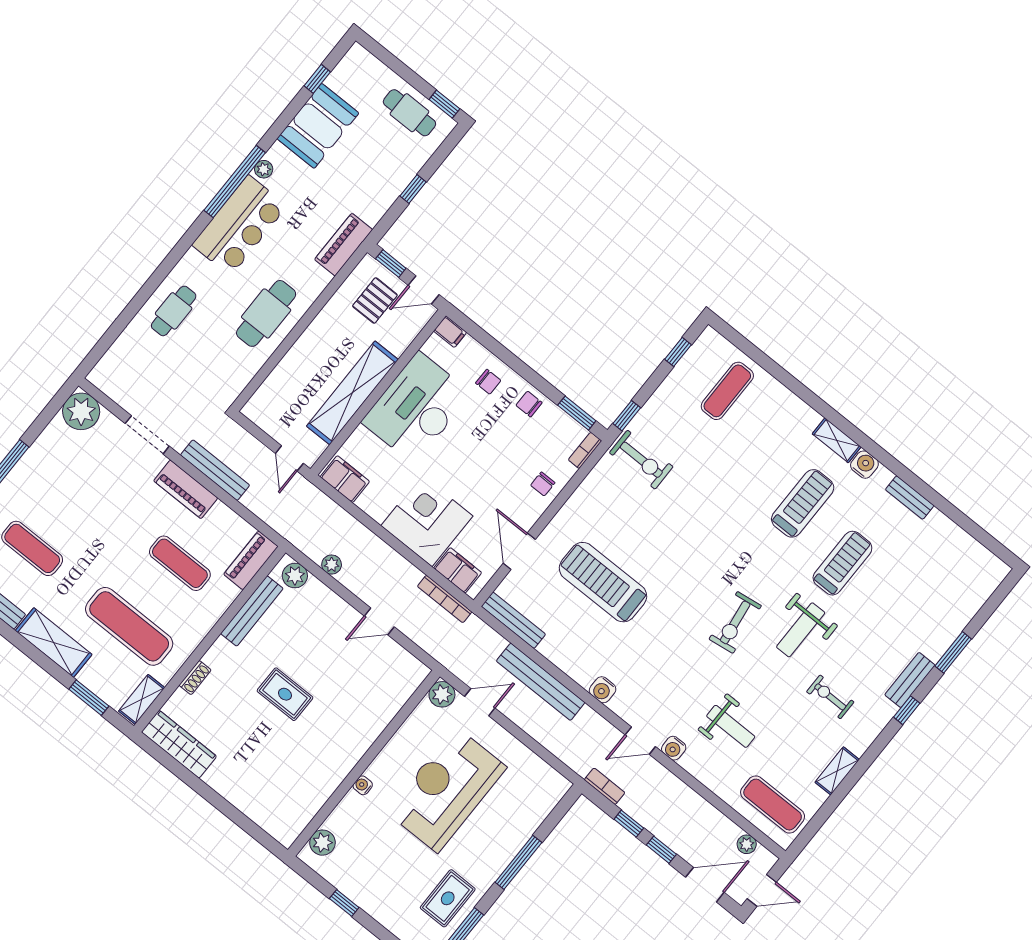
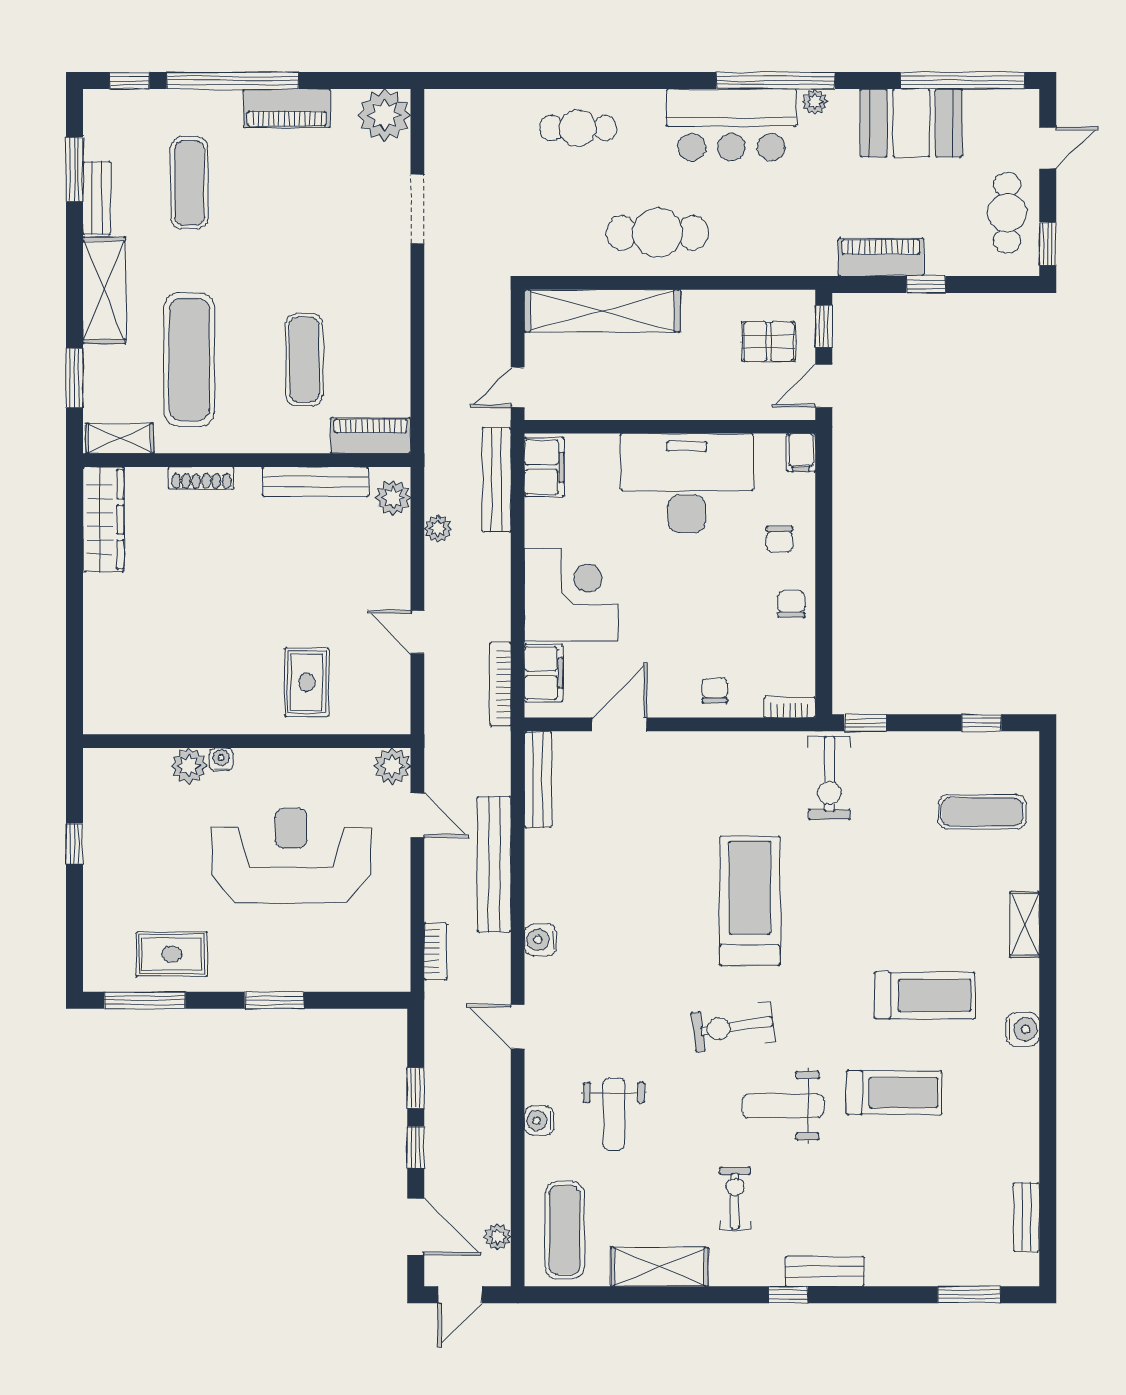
door: (392, 62) -> (1048, 148), added
window: (317, 79) -> (963, 81), width x3.17
piano: (344, 245) -> (881, 257), moved
door: (424, 290) -> (824, 386), hinge flipped
shelving: (352, 393) -> (602, 311), moved
window: (577, 413) -> (824, 665), removed
shelving: (837, 440) -> (1025, 924), moved
bench: (215, 470) -> (496, 480), moved
chair: (543, 484) -> (715, 691), turned 90
piano: (186, 489) -> (287, 108), moved, turned -90
bench: (910, 498) -> (1026, 1217), moved
treadmill: (603, 582) -> (750, 901), moved
window: (953, 652) -> (969, 1295), moved
shoe rack: (195, 678) -> (201, 478), width x1.43
rug: (285, 694) -> (307, 682), moved
water cooler: (674, 748) -> (539, 1121), moved
shelving: (837, 771) -> (659, 1267), width x1.50, depth x1.33
bookcase: (605, 786) -> (435, 951), moved
plant: (322, 843) -> (189, 766), moved
window: (518, 862) -> (274, 1000), width x0.69
door: (762, 890) -> (460, 1295), hinge flipped

